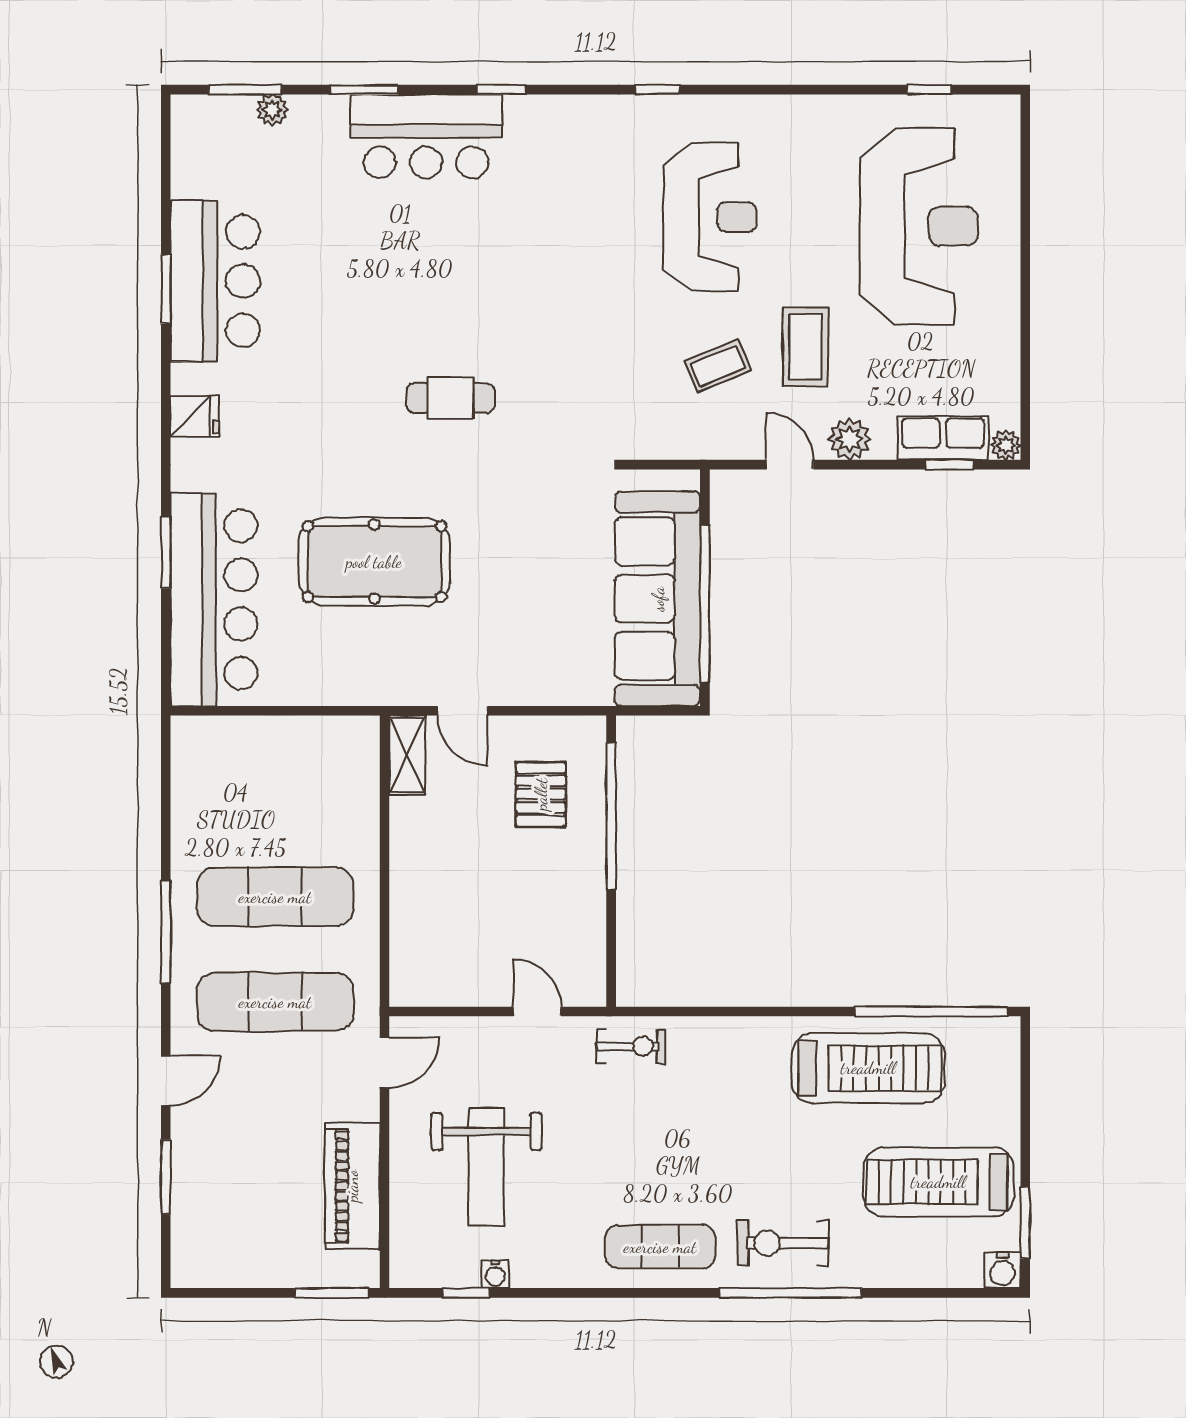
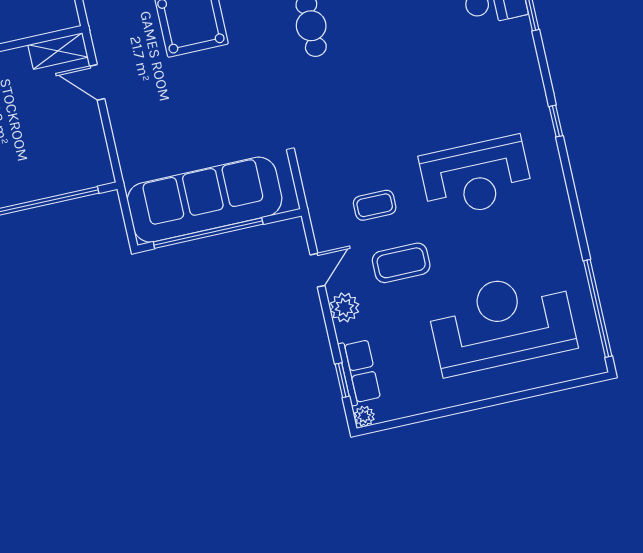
window: (929, 90) -> (598, 308), width x3.17
reception desk: (919, 226) -> (502, 322), turned 180
coffee table: (718, 366) -> (375, 205), turned -68
door: (463, 711) -> (97, 82), hinge flipped
pallet: (541, 794) -> (52, 149), removed

